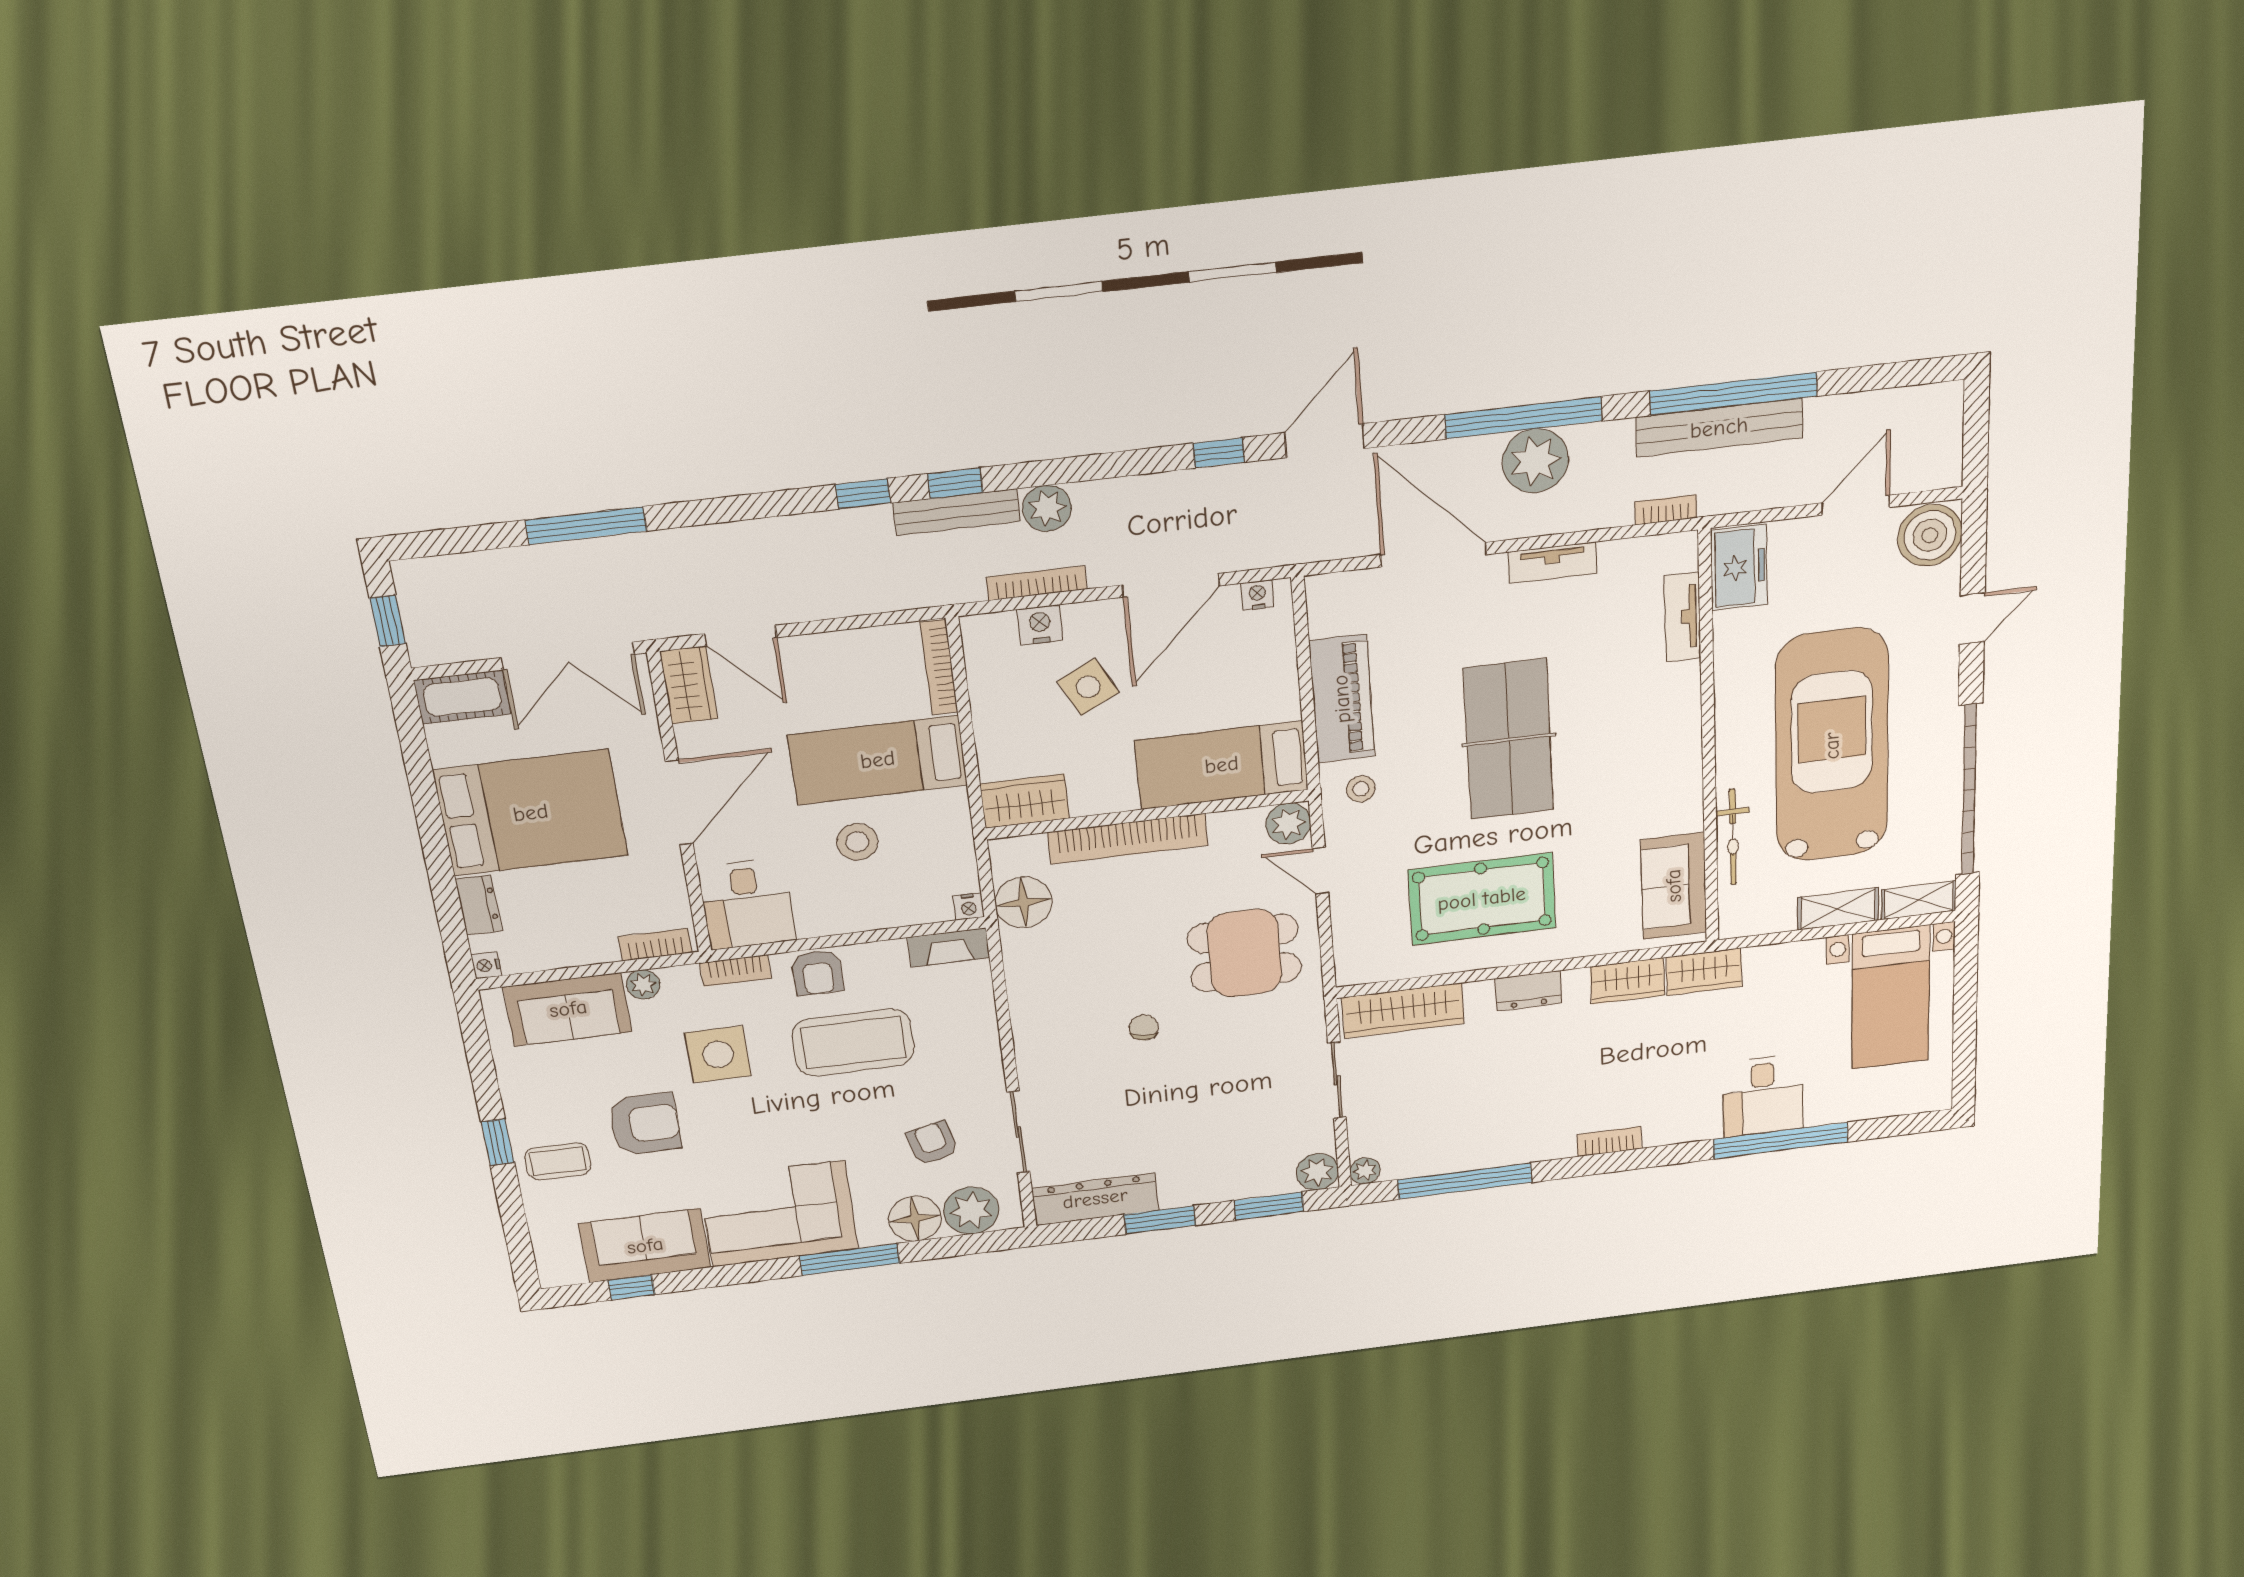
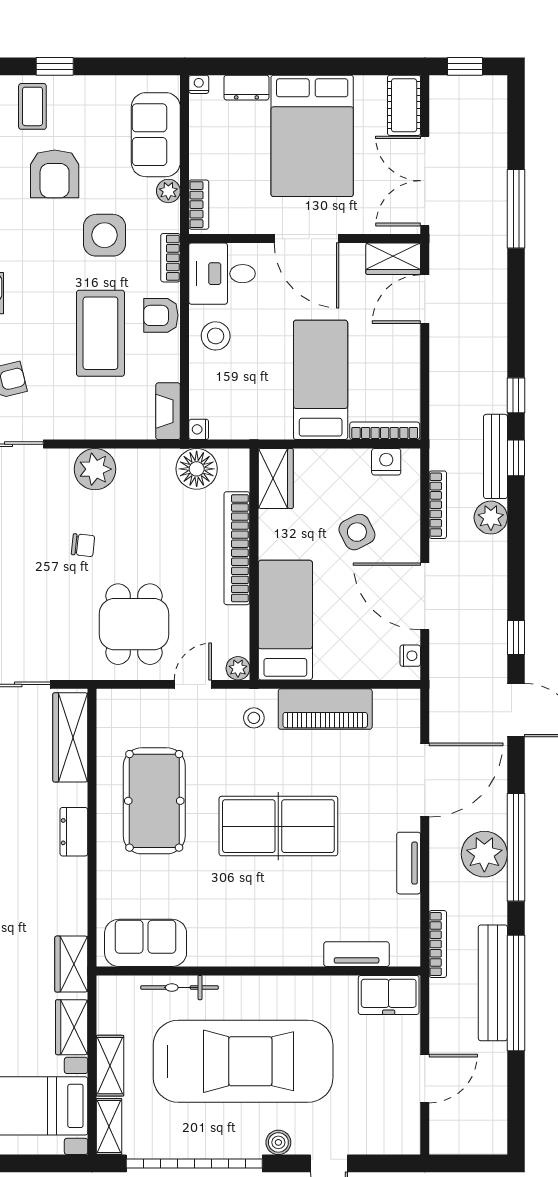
door: (1856, 505) -> (425, 1079), hinge flipped
bookcase: (1666, 510) -> (438, 944), width x1.56
boiler: (1930, 535) -> (278, 1142), moved, width x0.54, depth x0.54
nightstand: (1040, 625) -> (386, 462), moved, turned -90
plant: (1288, 824) -> (238, 668), width x0.73, depth x0.73
stool: (857, 842) -> (216, 336), moved
wardrobe: (1627, 981) -> (72, 1027), moved
plant: (1039, 1026) -> (95, 469), added

